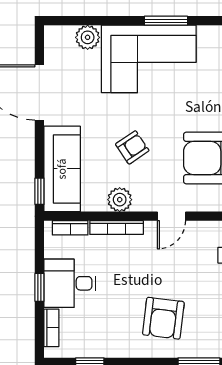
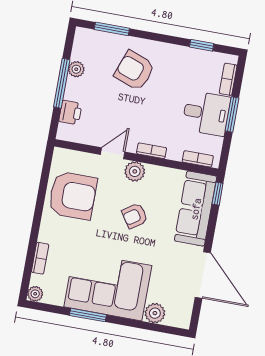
plant: (120, 200) -> (135, 171), moved
bookcase: (117, 228) -> (152, 151), width x0.64
window: (39, 287) -> (232, 114), width x1.50
armchair: (163, 318) -> (135, 71), turned -77

